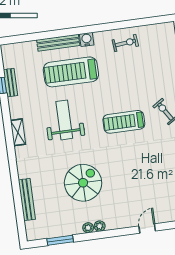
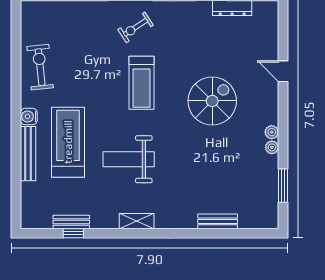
exercise bike: (125, 43) -> (40, 67), width x1.38, depth x1.39
treadmill: (71, 72) -> (68, 142), turned 180
spiral stairs: (83, 183) -> (212, 101), moved, turned 90
bench: (27, 200) -> (218, 221), width x0.73

